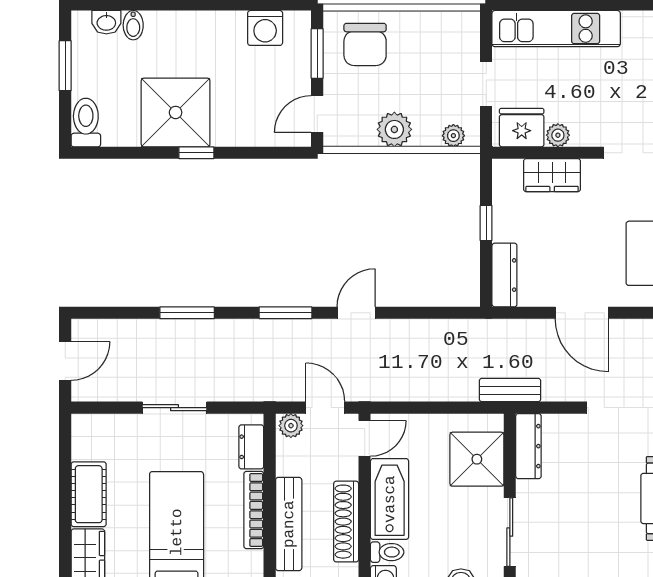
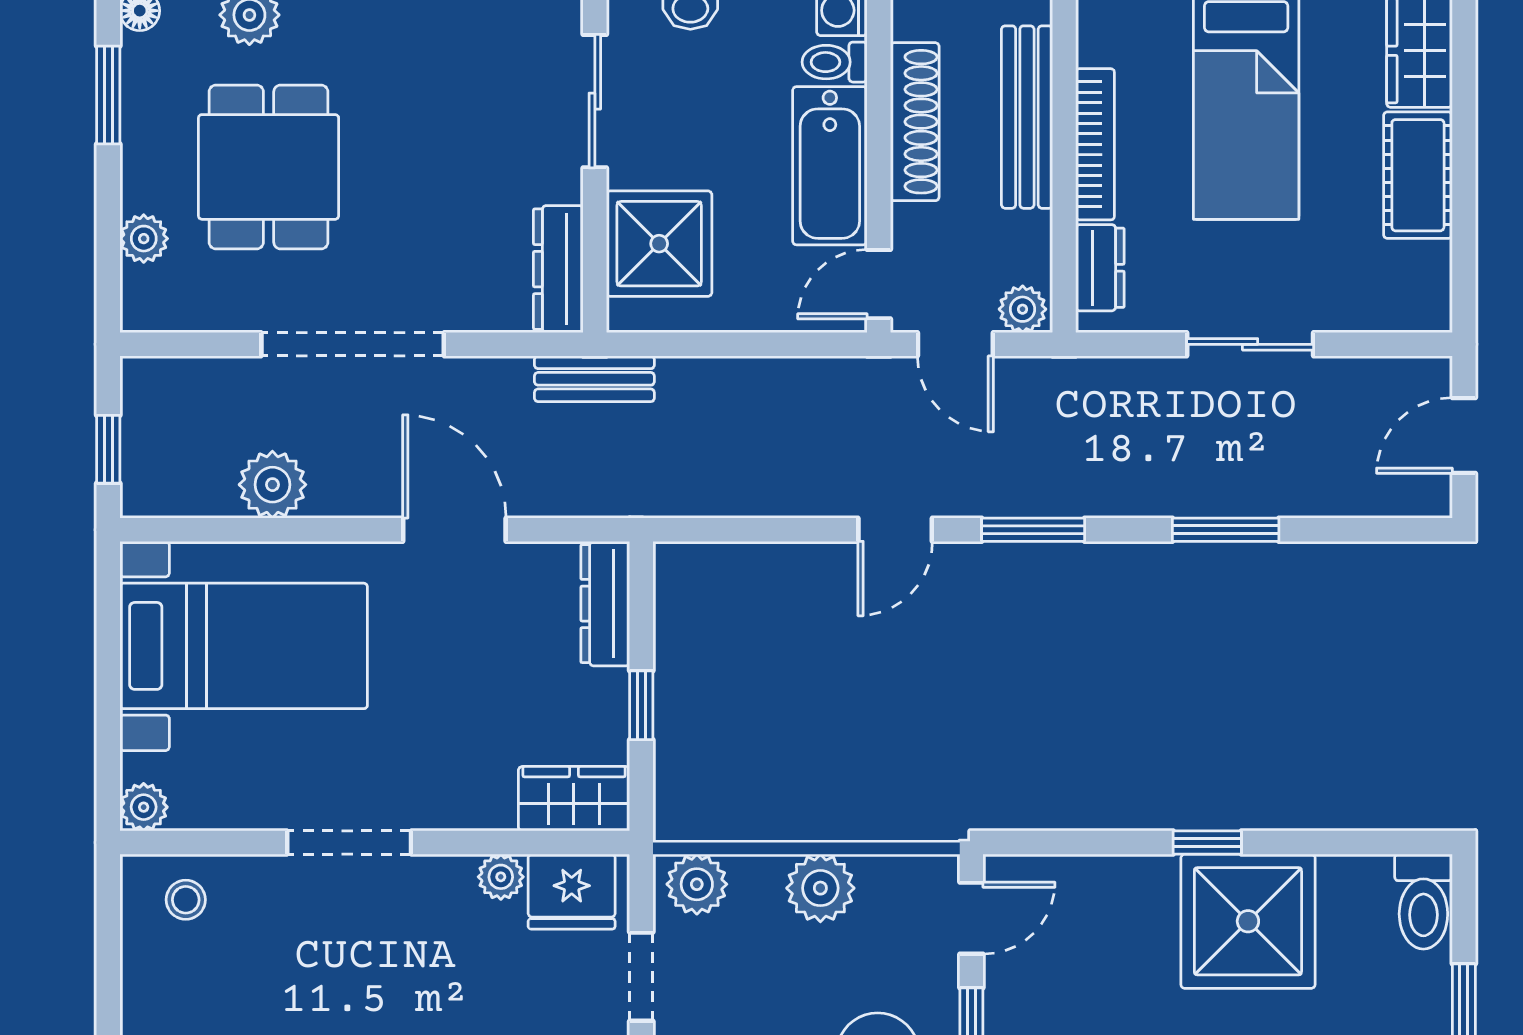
plant: (453, 136) -> (697, 884), width x1.38, depth x1.38
wardrobe: (552, 175) -> (574, 799), moved

